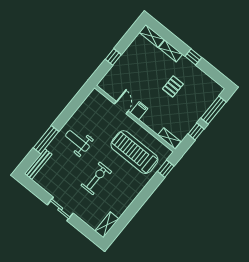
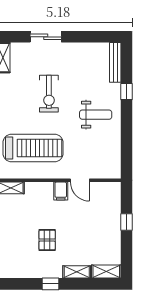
window: (46, 140) -> (127, 92), width x0.46
sliding door: (60, 209) -> (46, 37), moved

